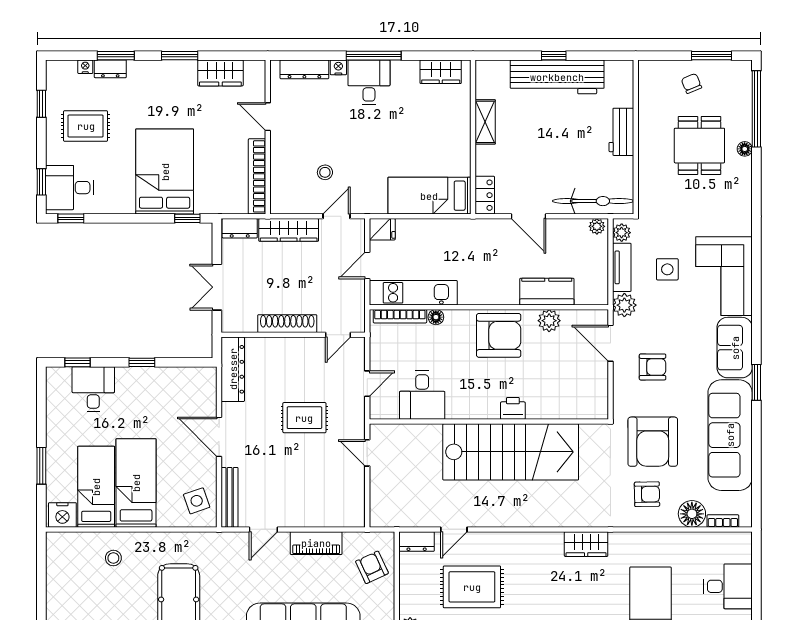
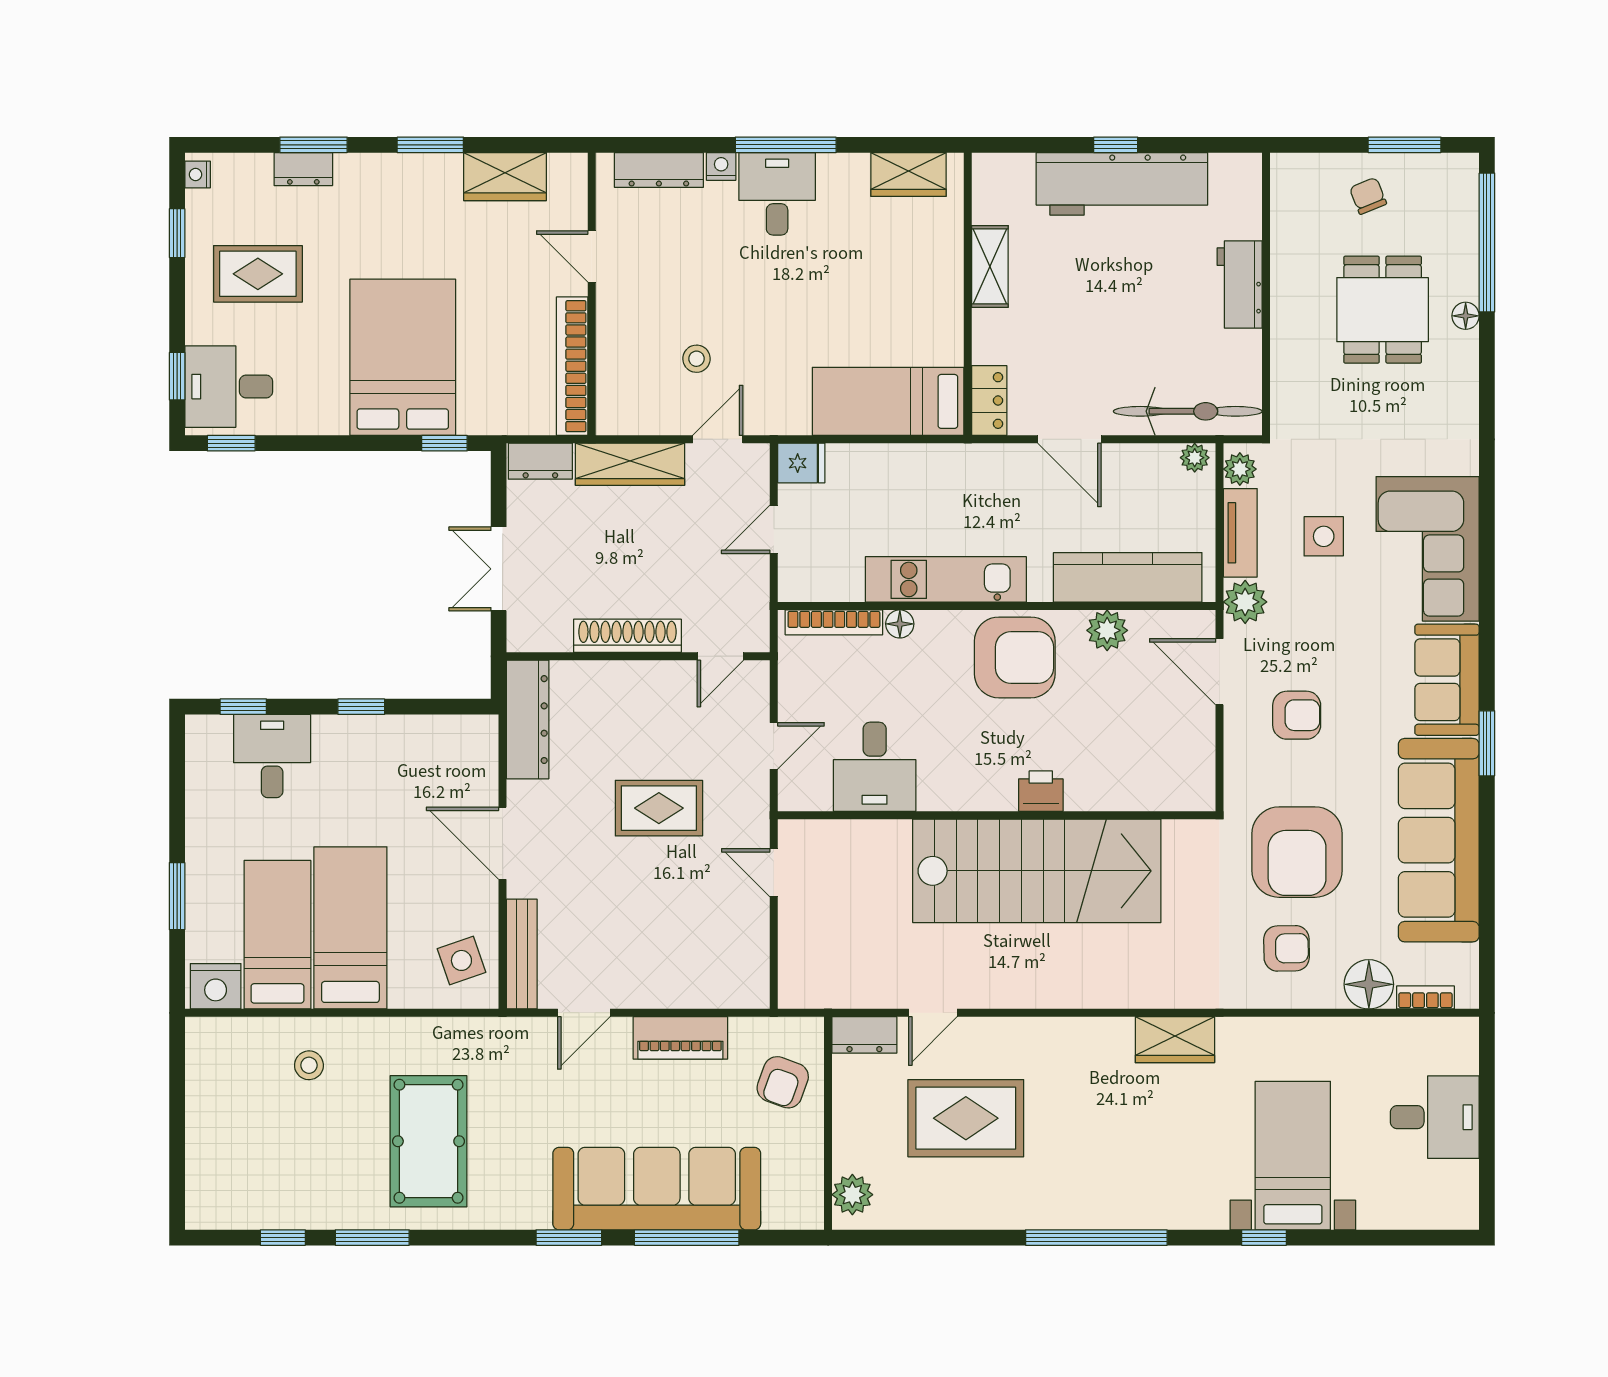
nightstand: (85, 67) -> (198, 174), moved, turned -90
kitchen counter: (547, 292) -> (1128, 577), width x1.50
kitchen unit: (413, 293) -> (946, 579), moved
armchair: (372, 567) -> (783, 1082), turned -135

